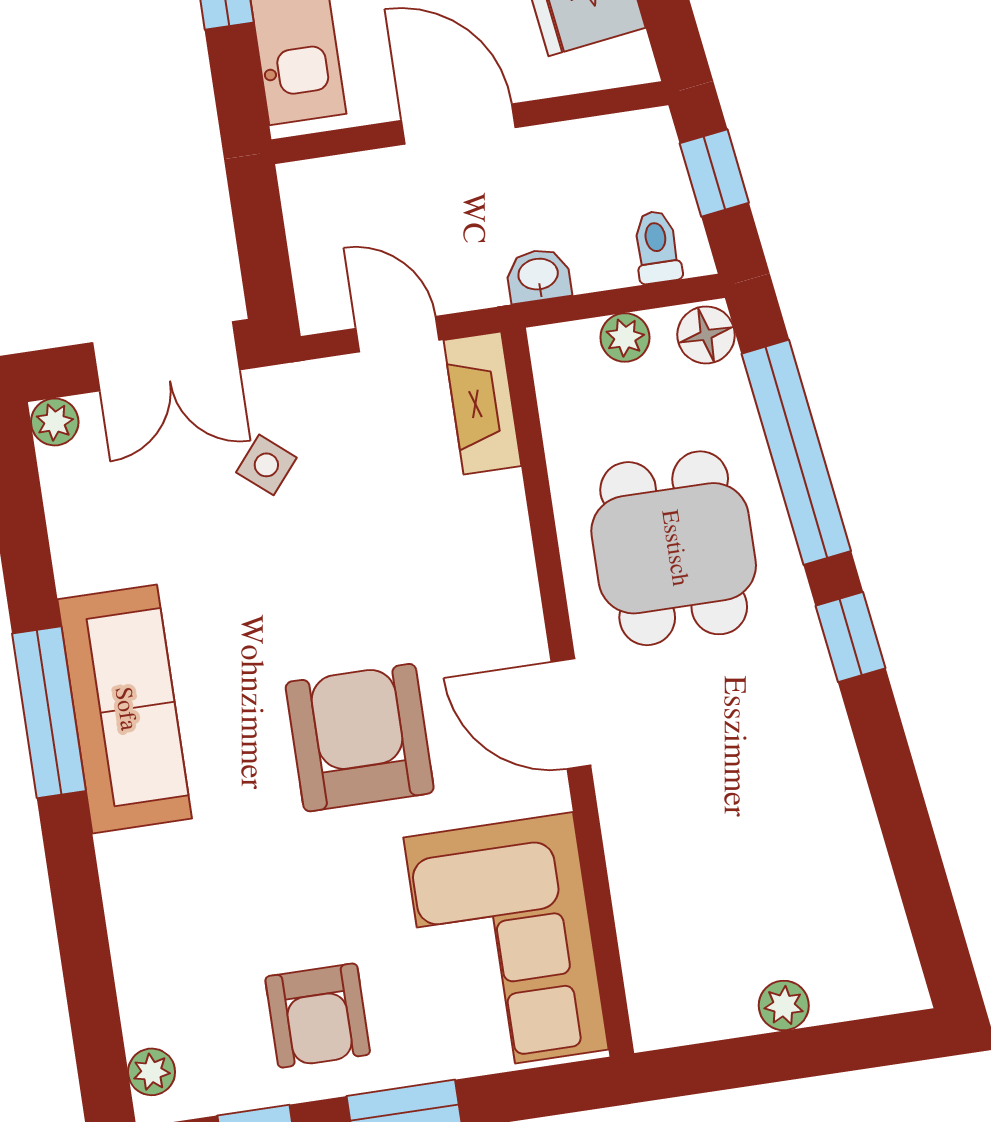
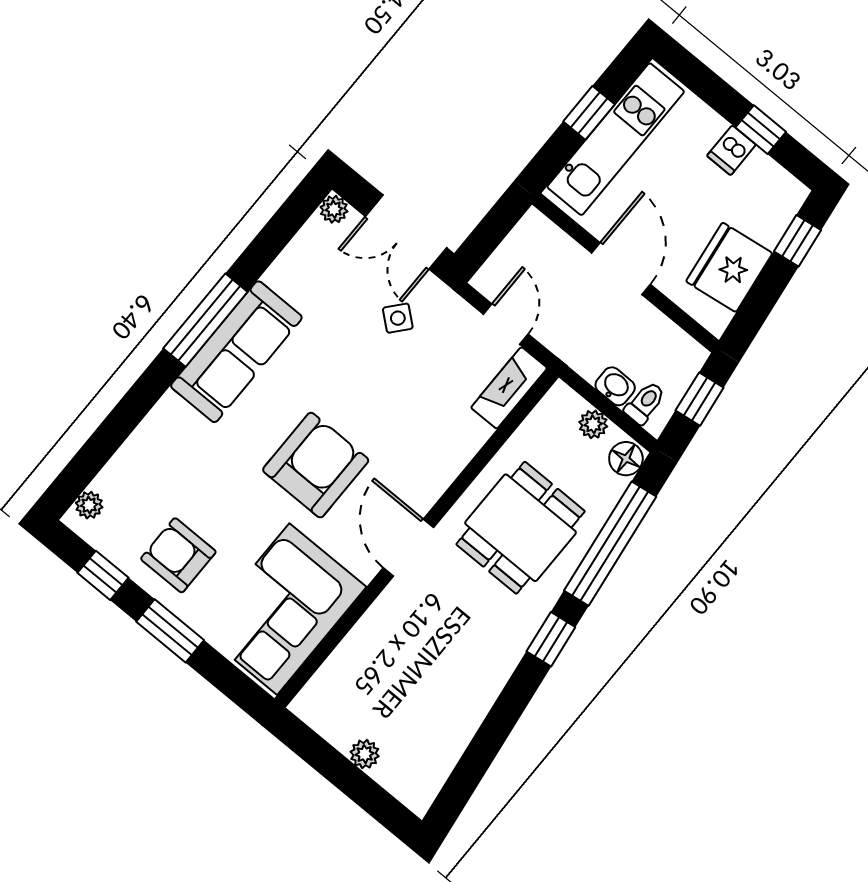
washbasin: (538, 276) -> (615, 386), moved
armchair: (318, 1016) -> (178, 555), turned 90

